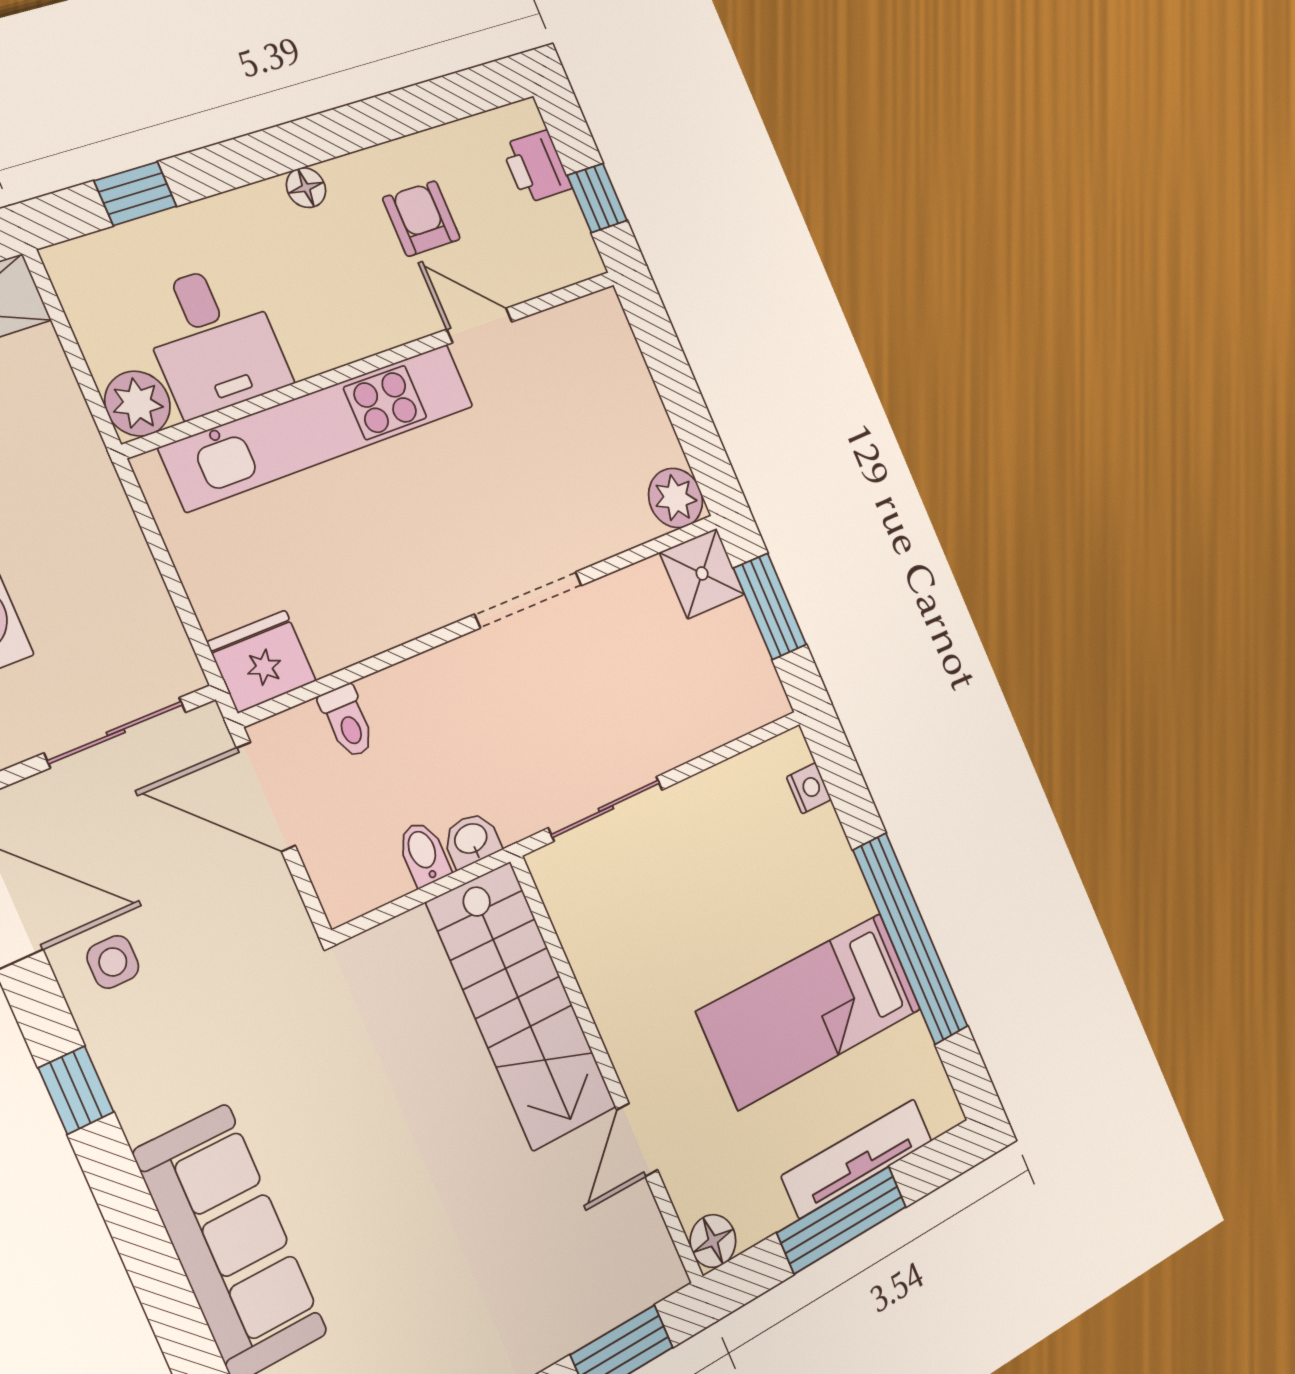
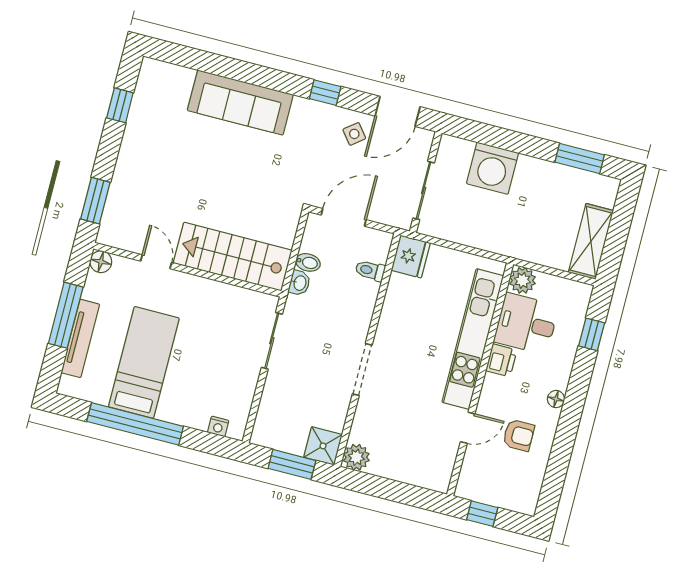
printer: (536, 167) -> (501, 360), moved, turned 90
door: (266, 797) -> (344, 217), moved
side table: (113, 962) -> (354, 134), turned -38

